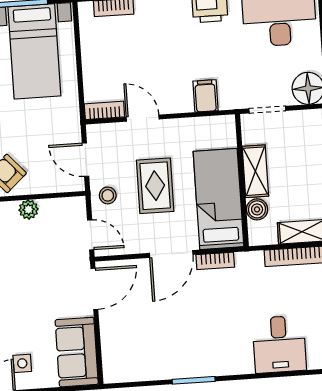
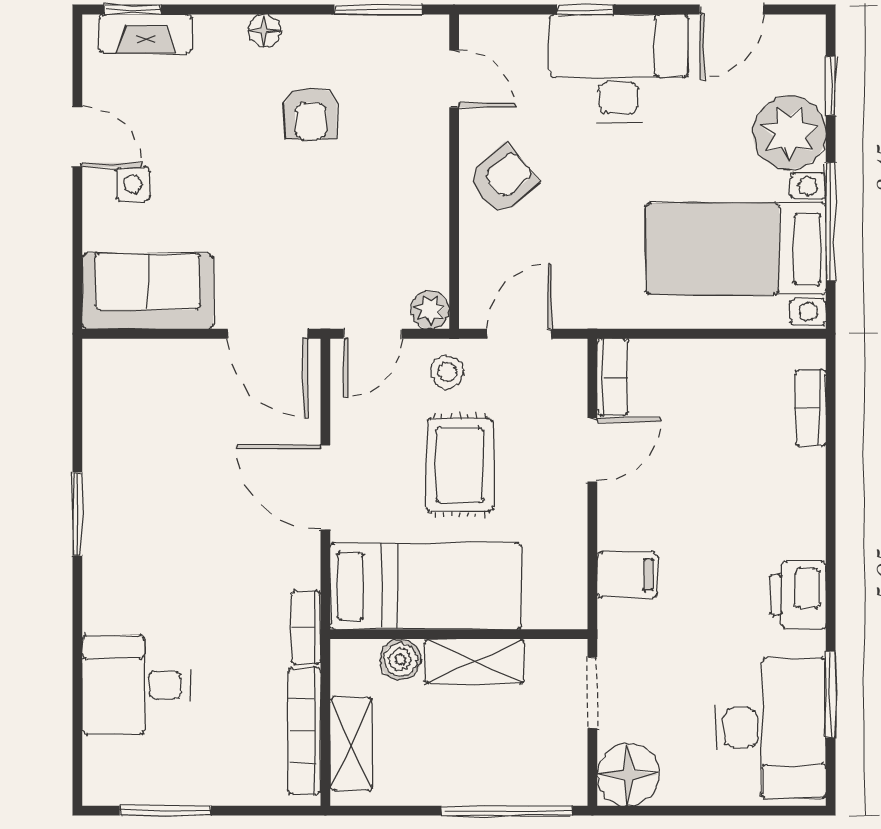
rug: (155, 186) -> (460, 465), turned 90
plant: (29, 210) -> (430, 310), moved
bookcase: (215, 261) -> (306, 628), moved

